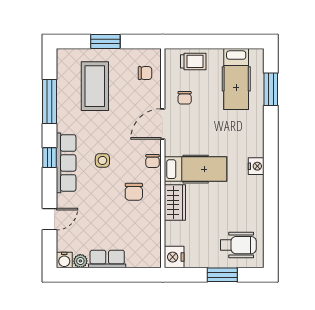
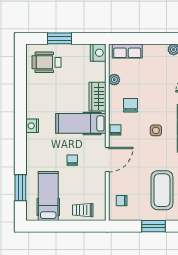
chair: (185, 98) -> (72, 160), moved
plant: (154, 224) -> (114, 80), added
row of seats: (107, 259) -> (127, 51), moved

